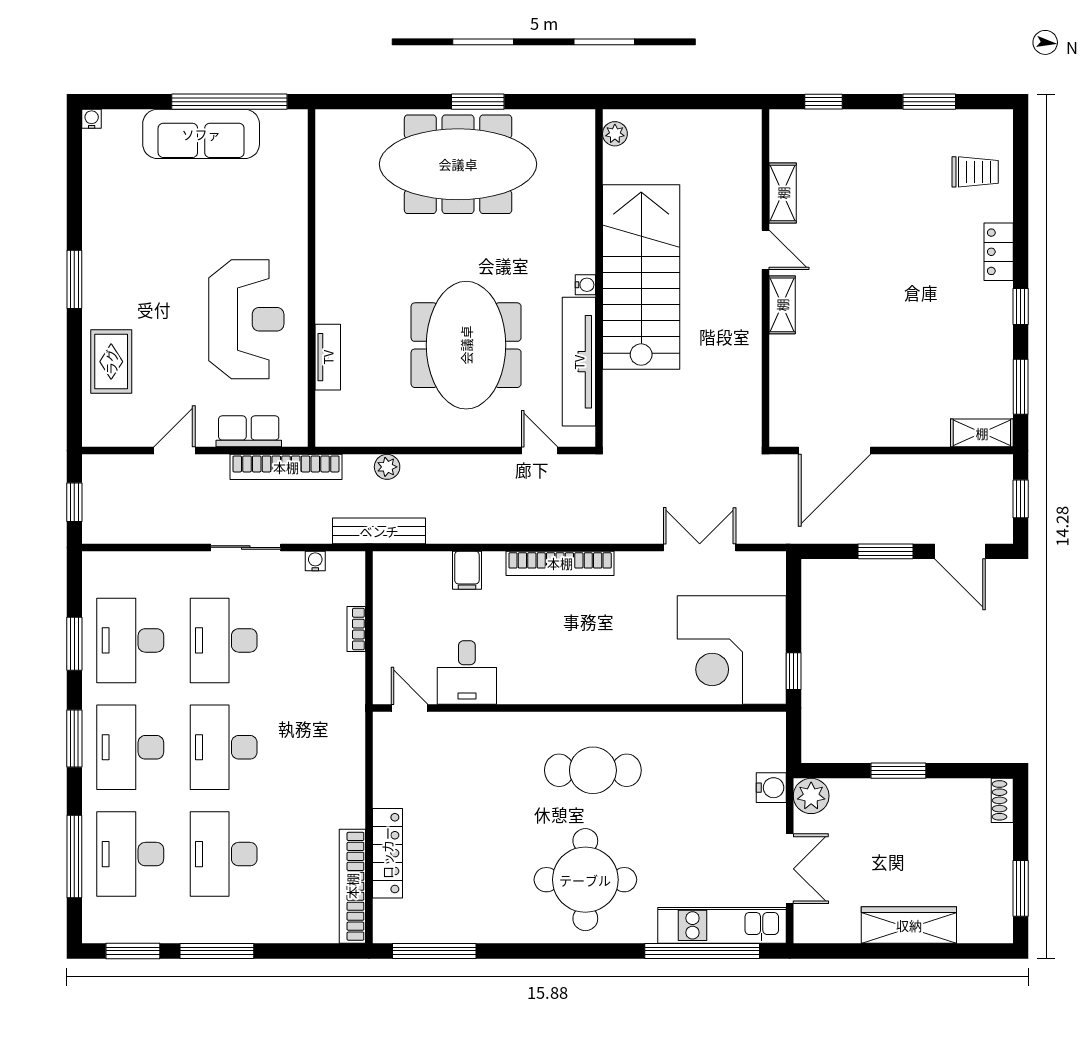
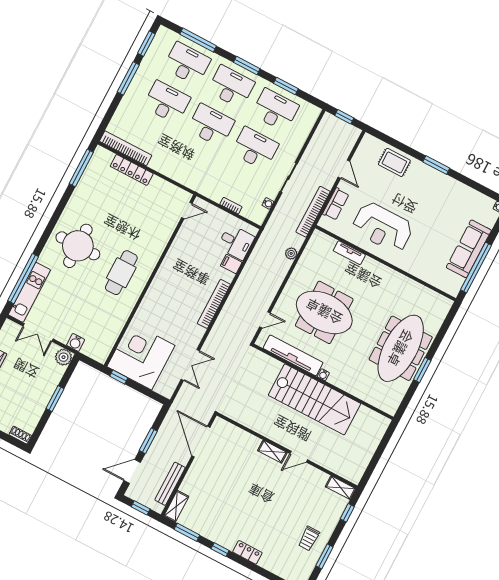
plant: (615, 134) -> (379, 420), removed
trolley: (975, 172) -> (309, 539), moved
shelving: (783, 193) -> (341, 488), moved
bench: (379, 531) -> (170, 484), moved
desk: (467, 672) -> (236, 242), moved, turned 180

